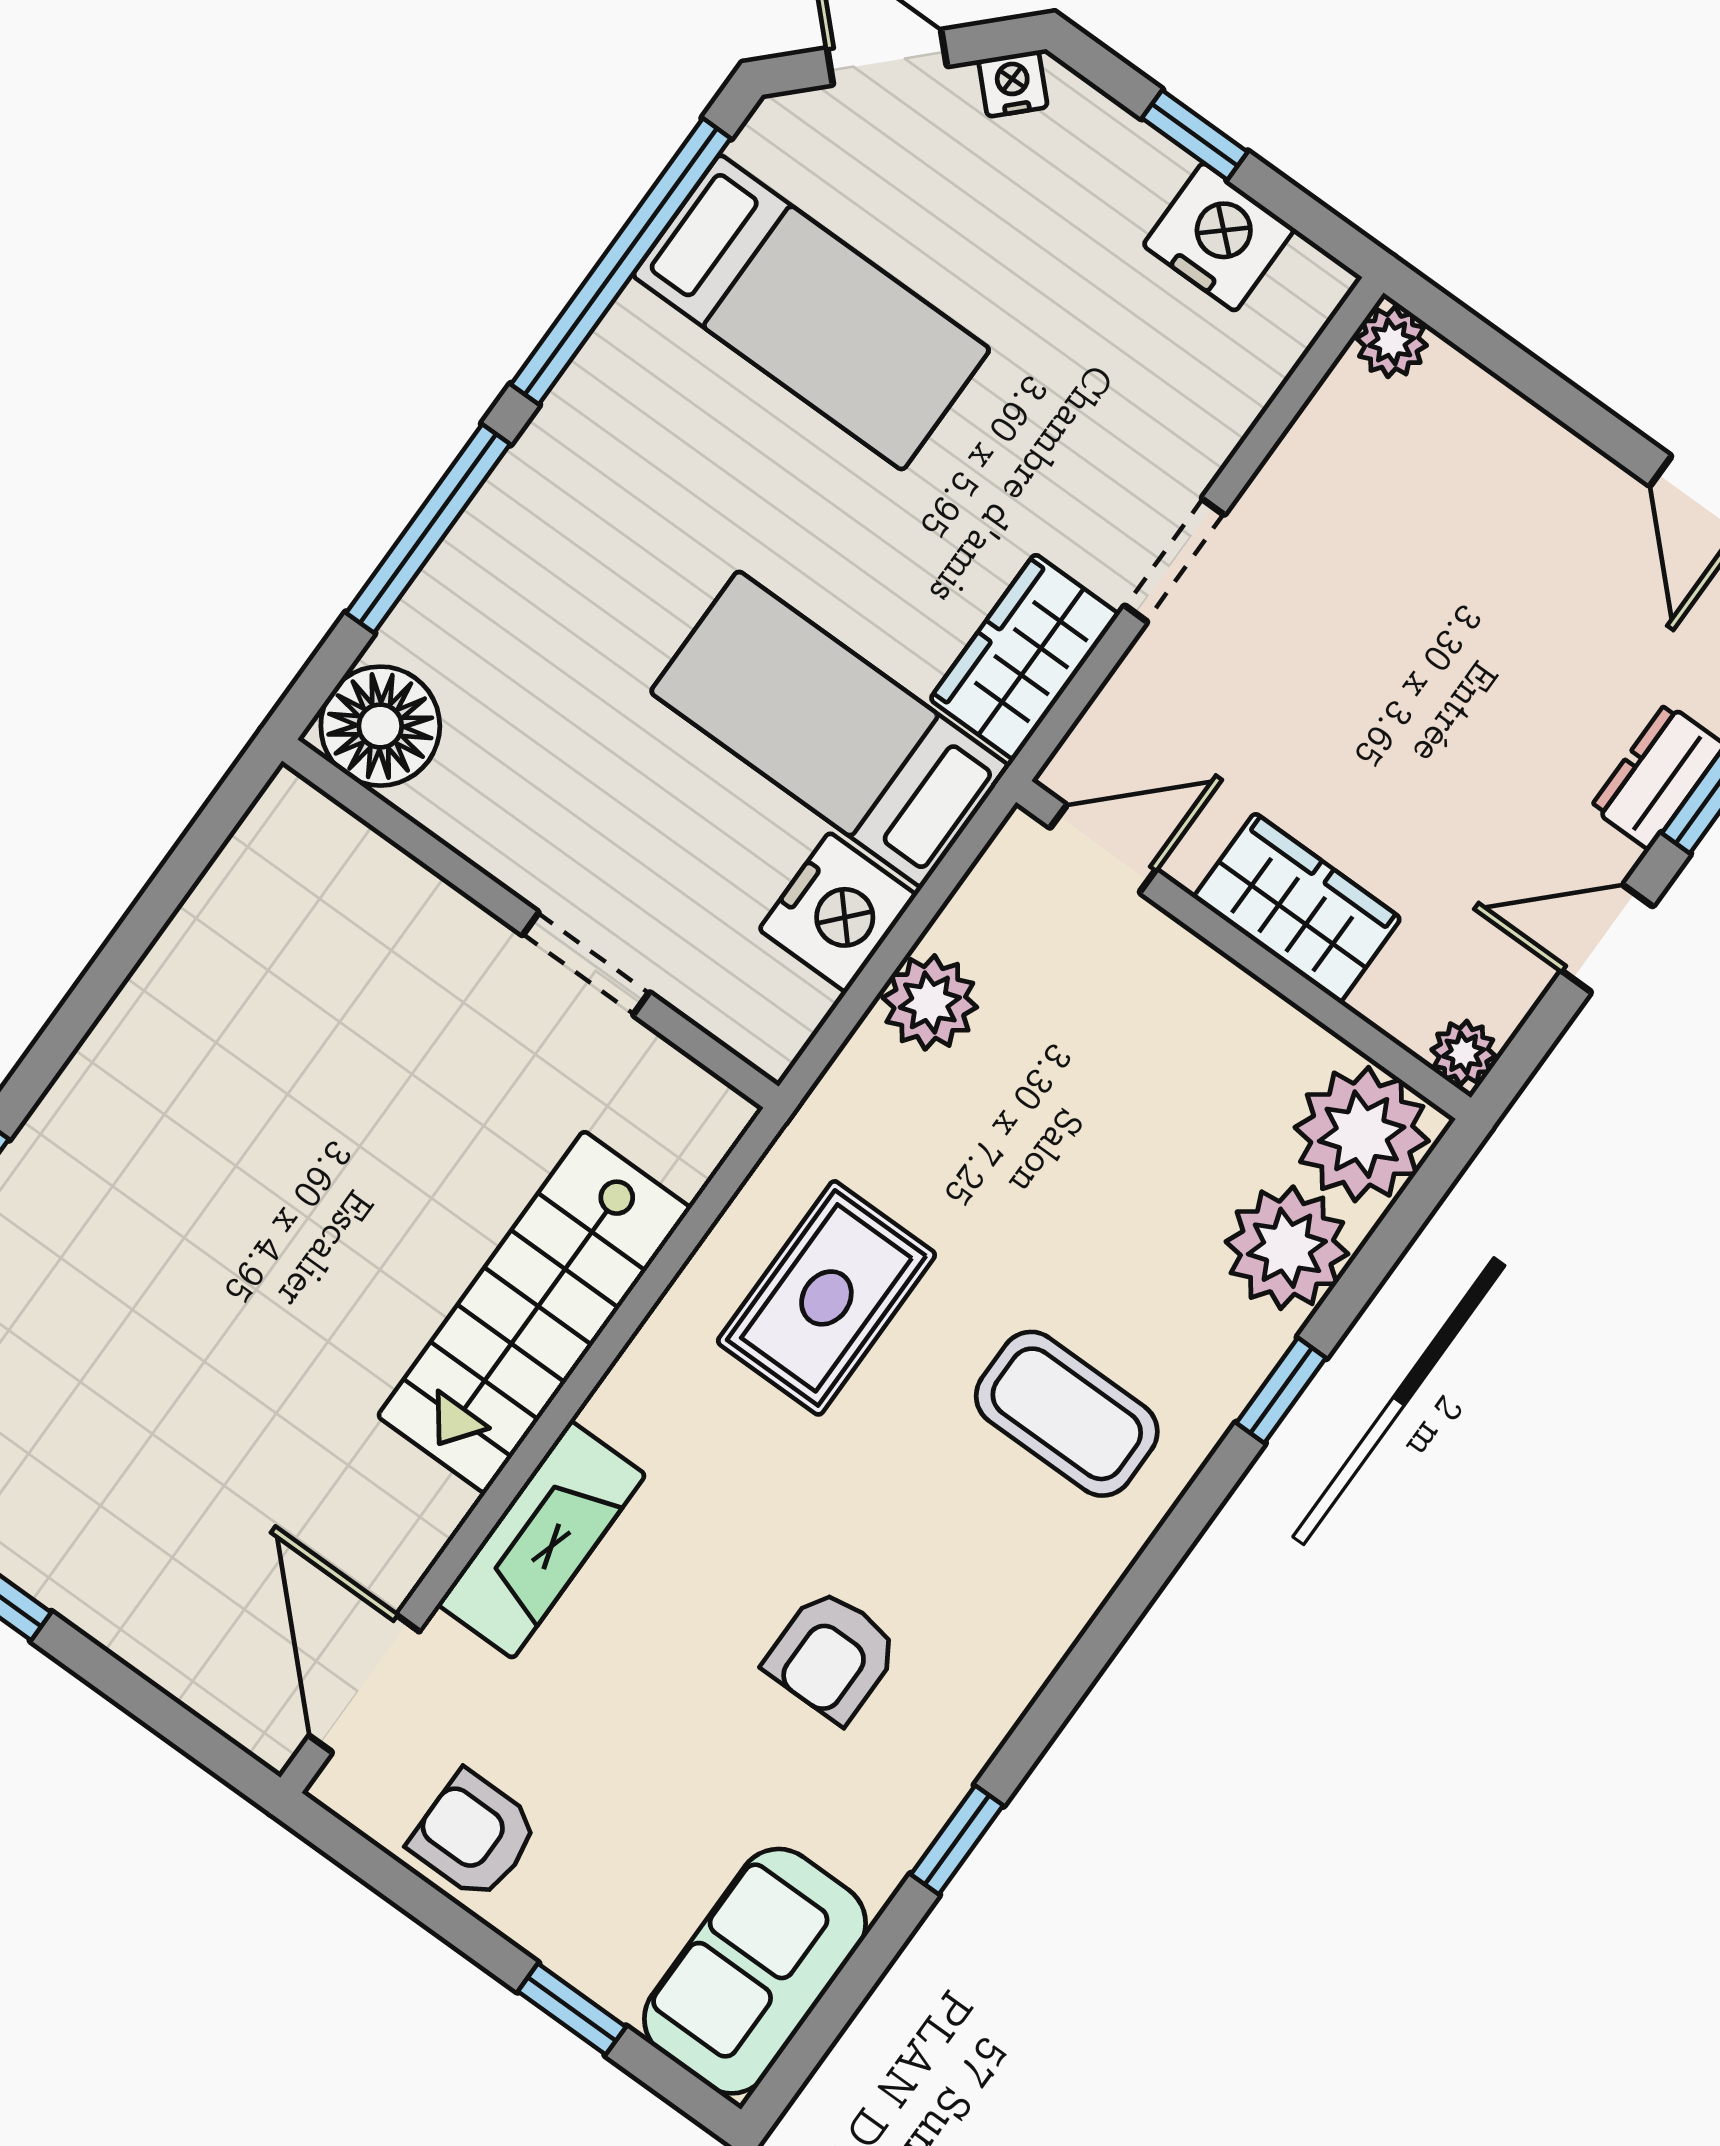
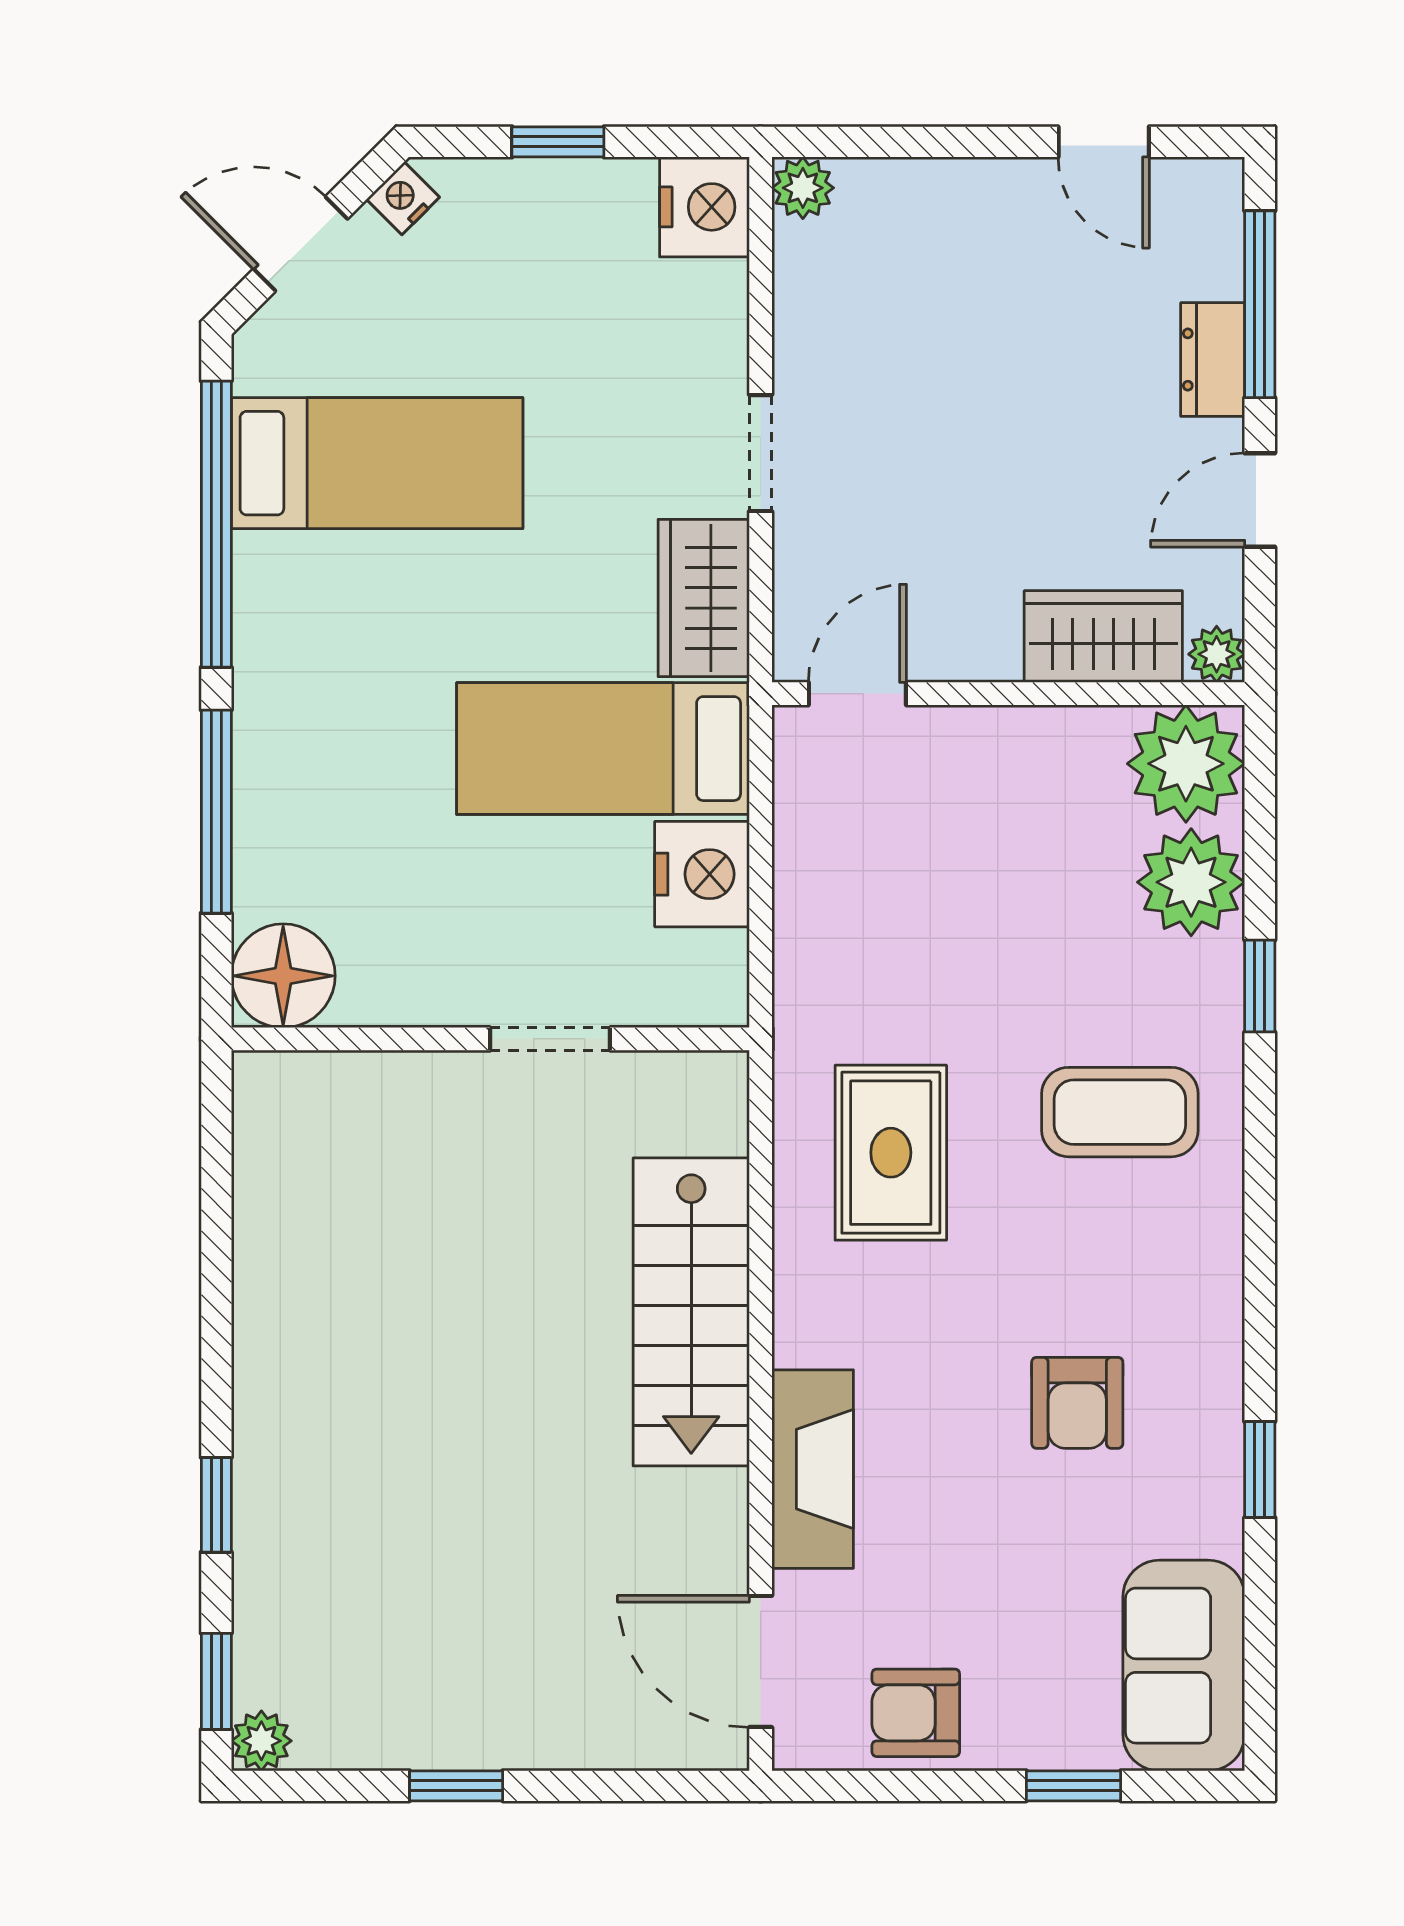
nightstand: (1219, 237) -> (704, 207), moved, turned 90
wardrobe: (1297, 908) -> (1103, 636), moved
plant: (930, 1002) -> (813, 891), removed

